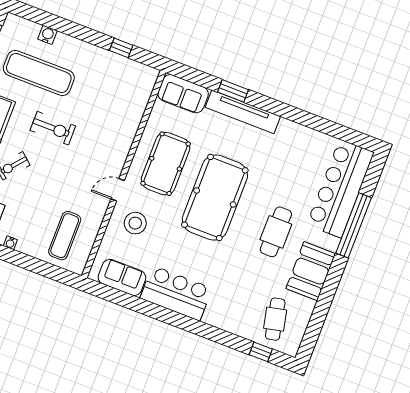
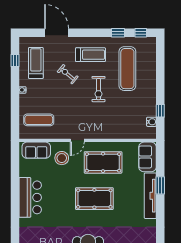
water cooler: (47, 35) -> (151, 122), moved
door: (118, 190) -> (77, 140), swing flipped
pool table: (215, 198) -> (94, 199), width x0.73, depth x0.76
sofa: (122, 277) -> (36, 150), moved, turned 90

